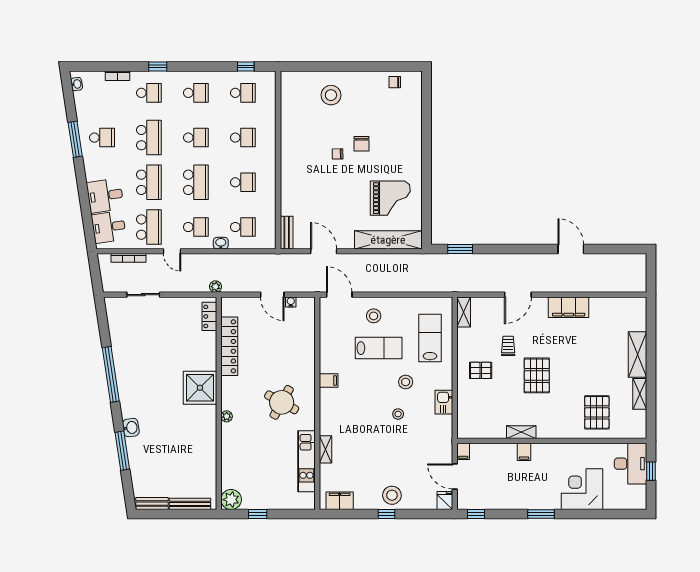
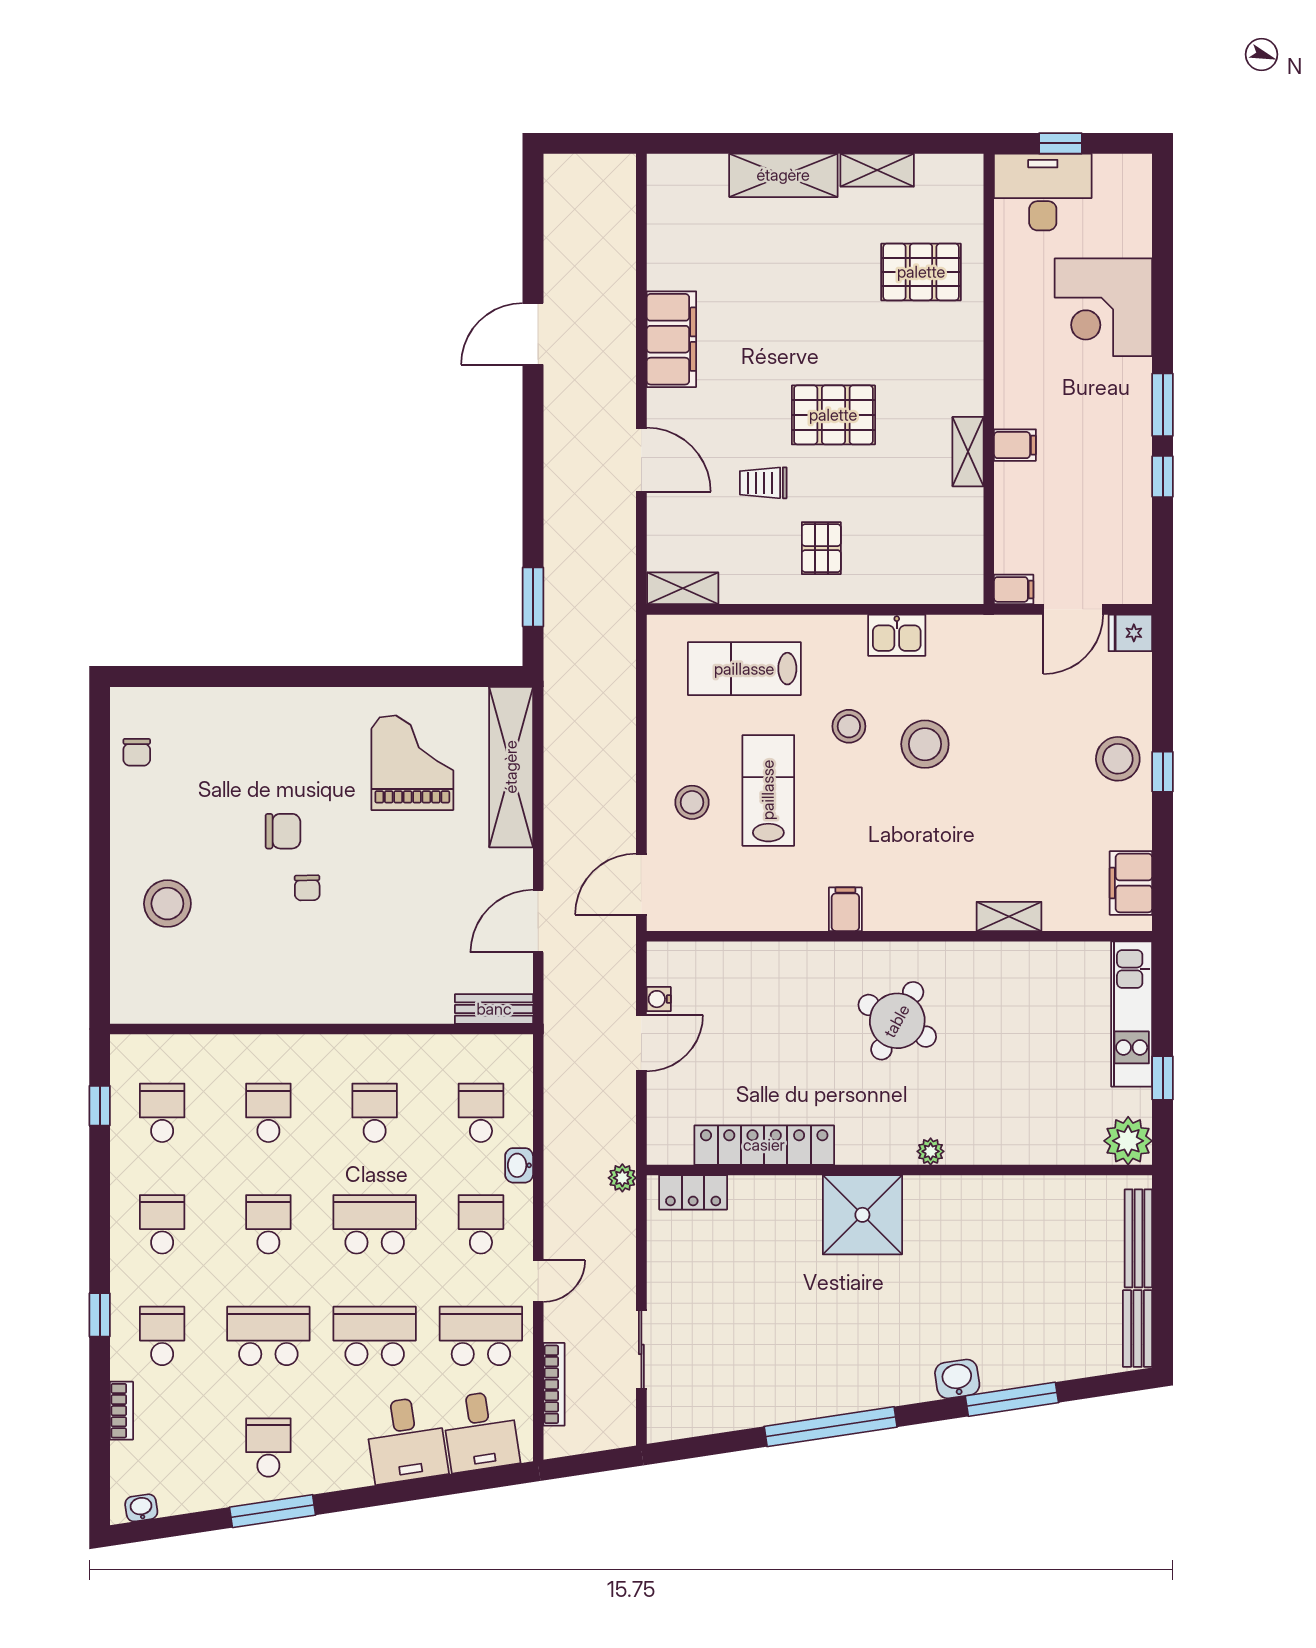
stool: (398, 414) -> (925, 744), width x1.89, depth x1.89
kitchen unit: (306, 461) -> (1132, 1014), moved, turned 90
window: (476, 514) -> (1163, 477), moved

